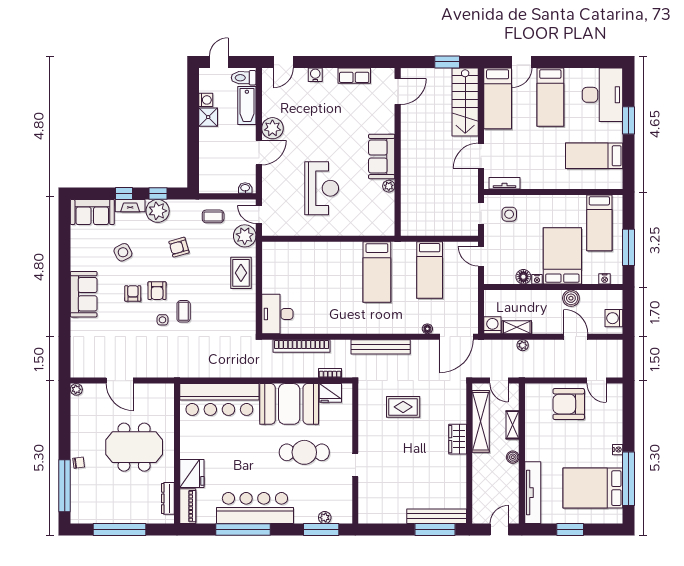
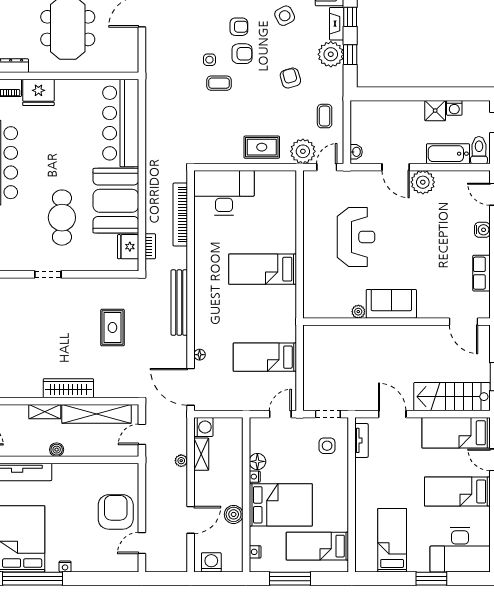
reception desk: (322, 188) -> (356, 237), turned -90
bed: (377, 272) -> (263, 269), moved
armchair: (157, 291) -> (242, 54), turned 180
desk: (277, 314) -> (224, 193), width x1.36, depth x1.30
shelving: (512, 425) -> (45, 412), moved
wardrobe: (458, 439) -> (68, 388), width x1.50

